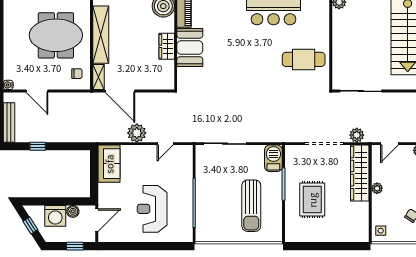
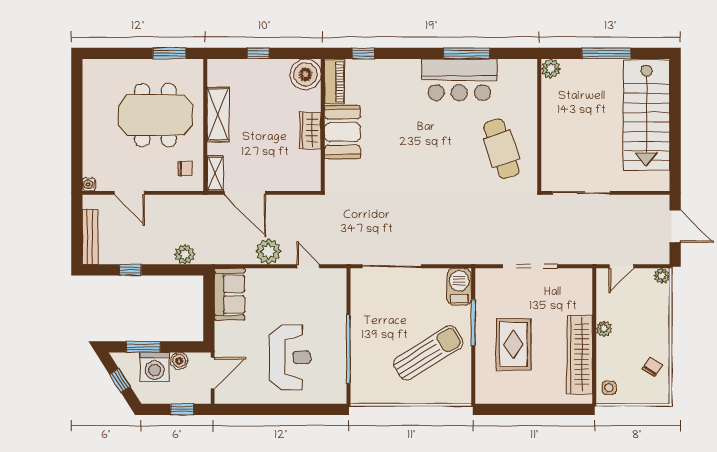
shelving: (101, 35) -> (218, 114), width x0.68
cafe table: (304, 59) -> (501, 149), turned 72
plant: (357, 135) -> (185, 254), moved
door: (165, 144) -> (308, 266), swing flipped
wardrobe: (360, 173) -> (580, 354), moved
window: (47, 201) -> (143, 347), added
sun lounger: (251, 206) -> (428, 353), turned -122
reception desk: (152, 209) -> (290, 357), turned 180

